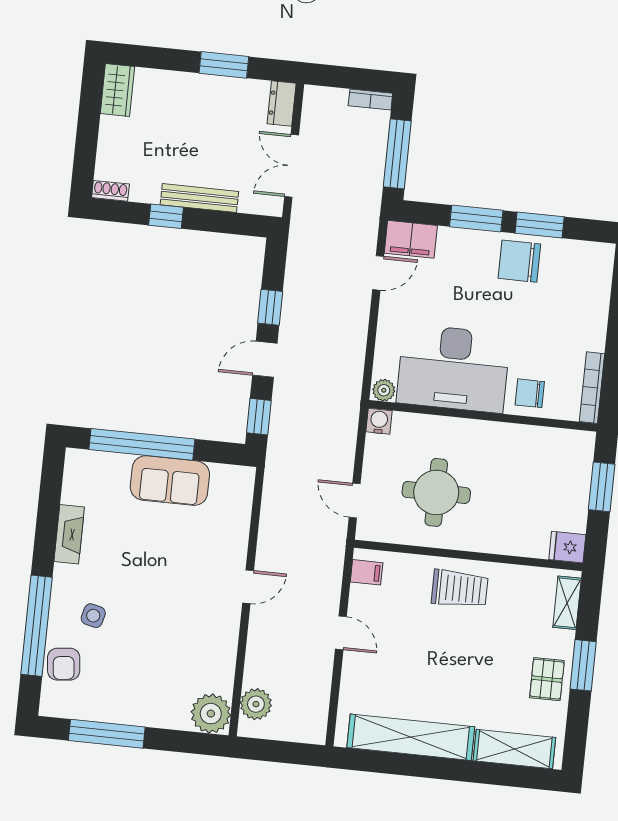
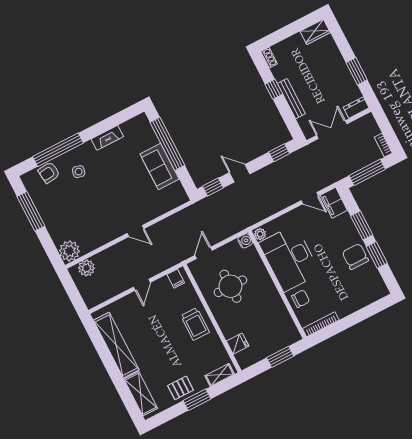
window: (270, 307) -> (279, 153), moved
chair: (530, 393) -> (301, 299), turned 90
fridge: (567, 547) -> (238, 344), moved, turned 90

